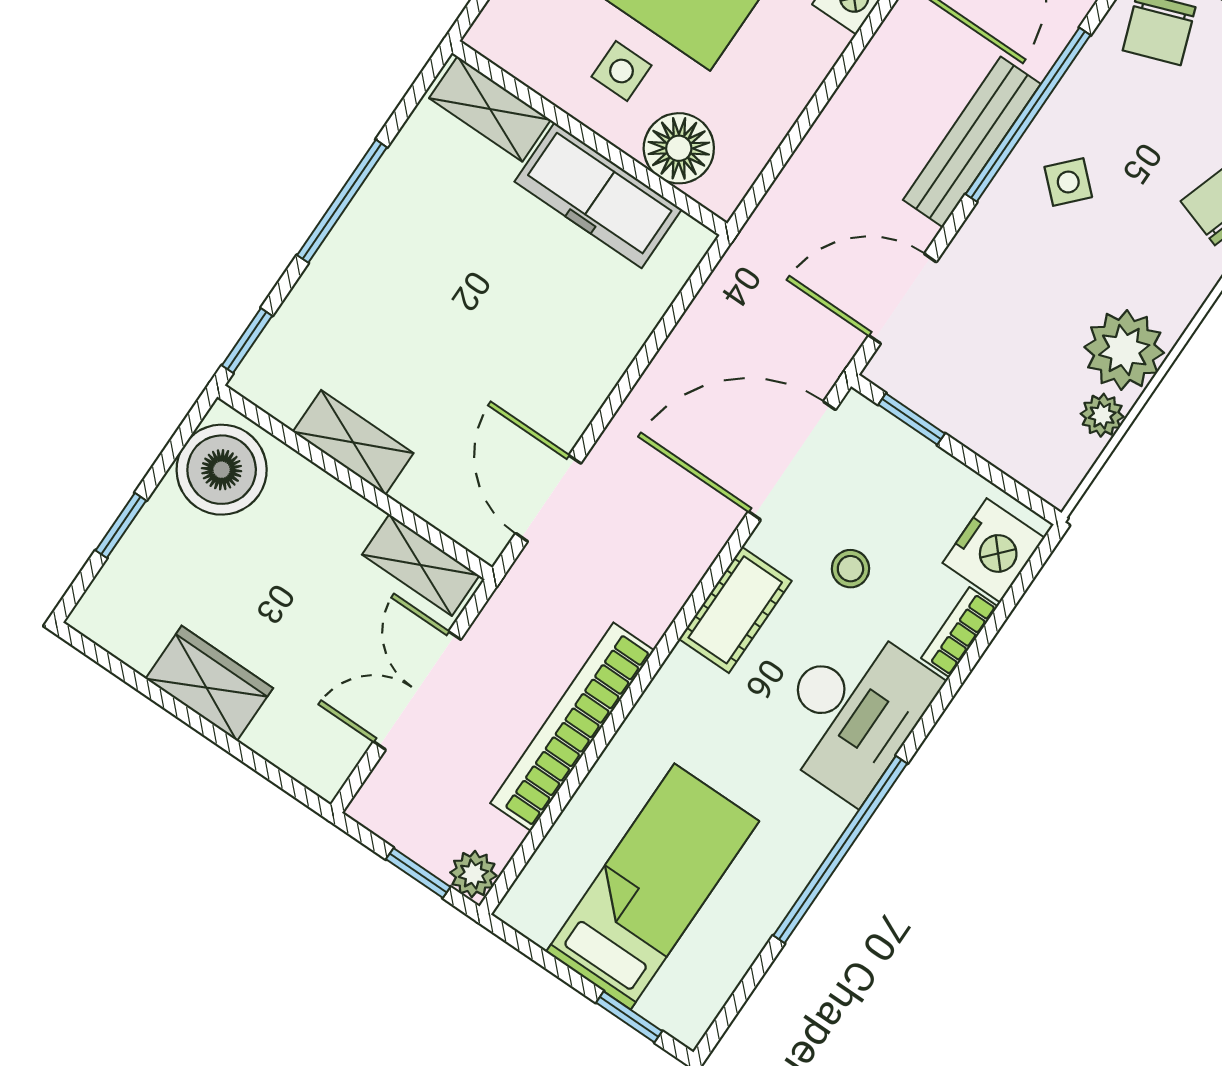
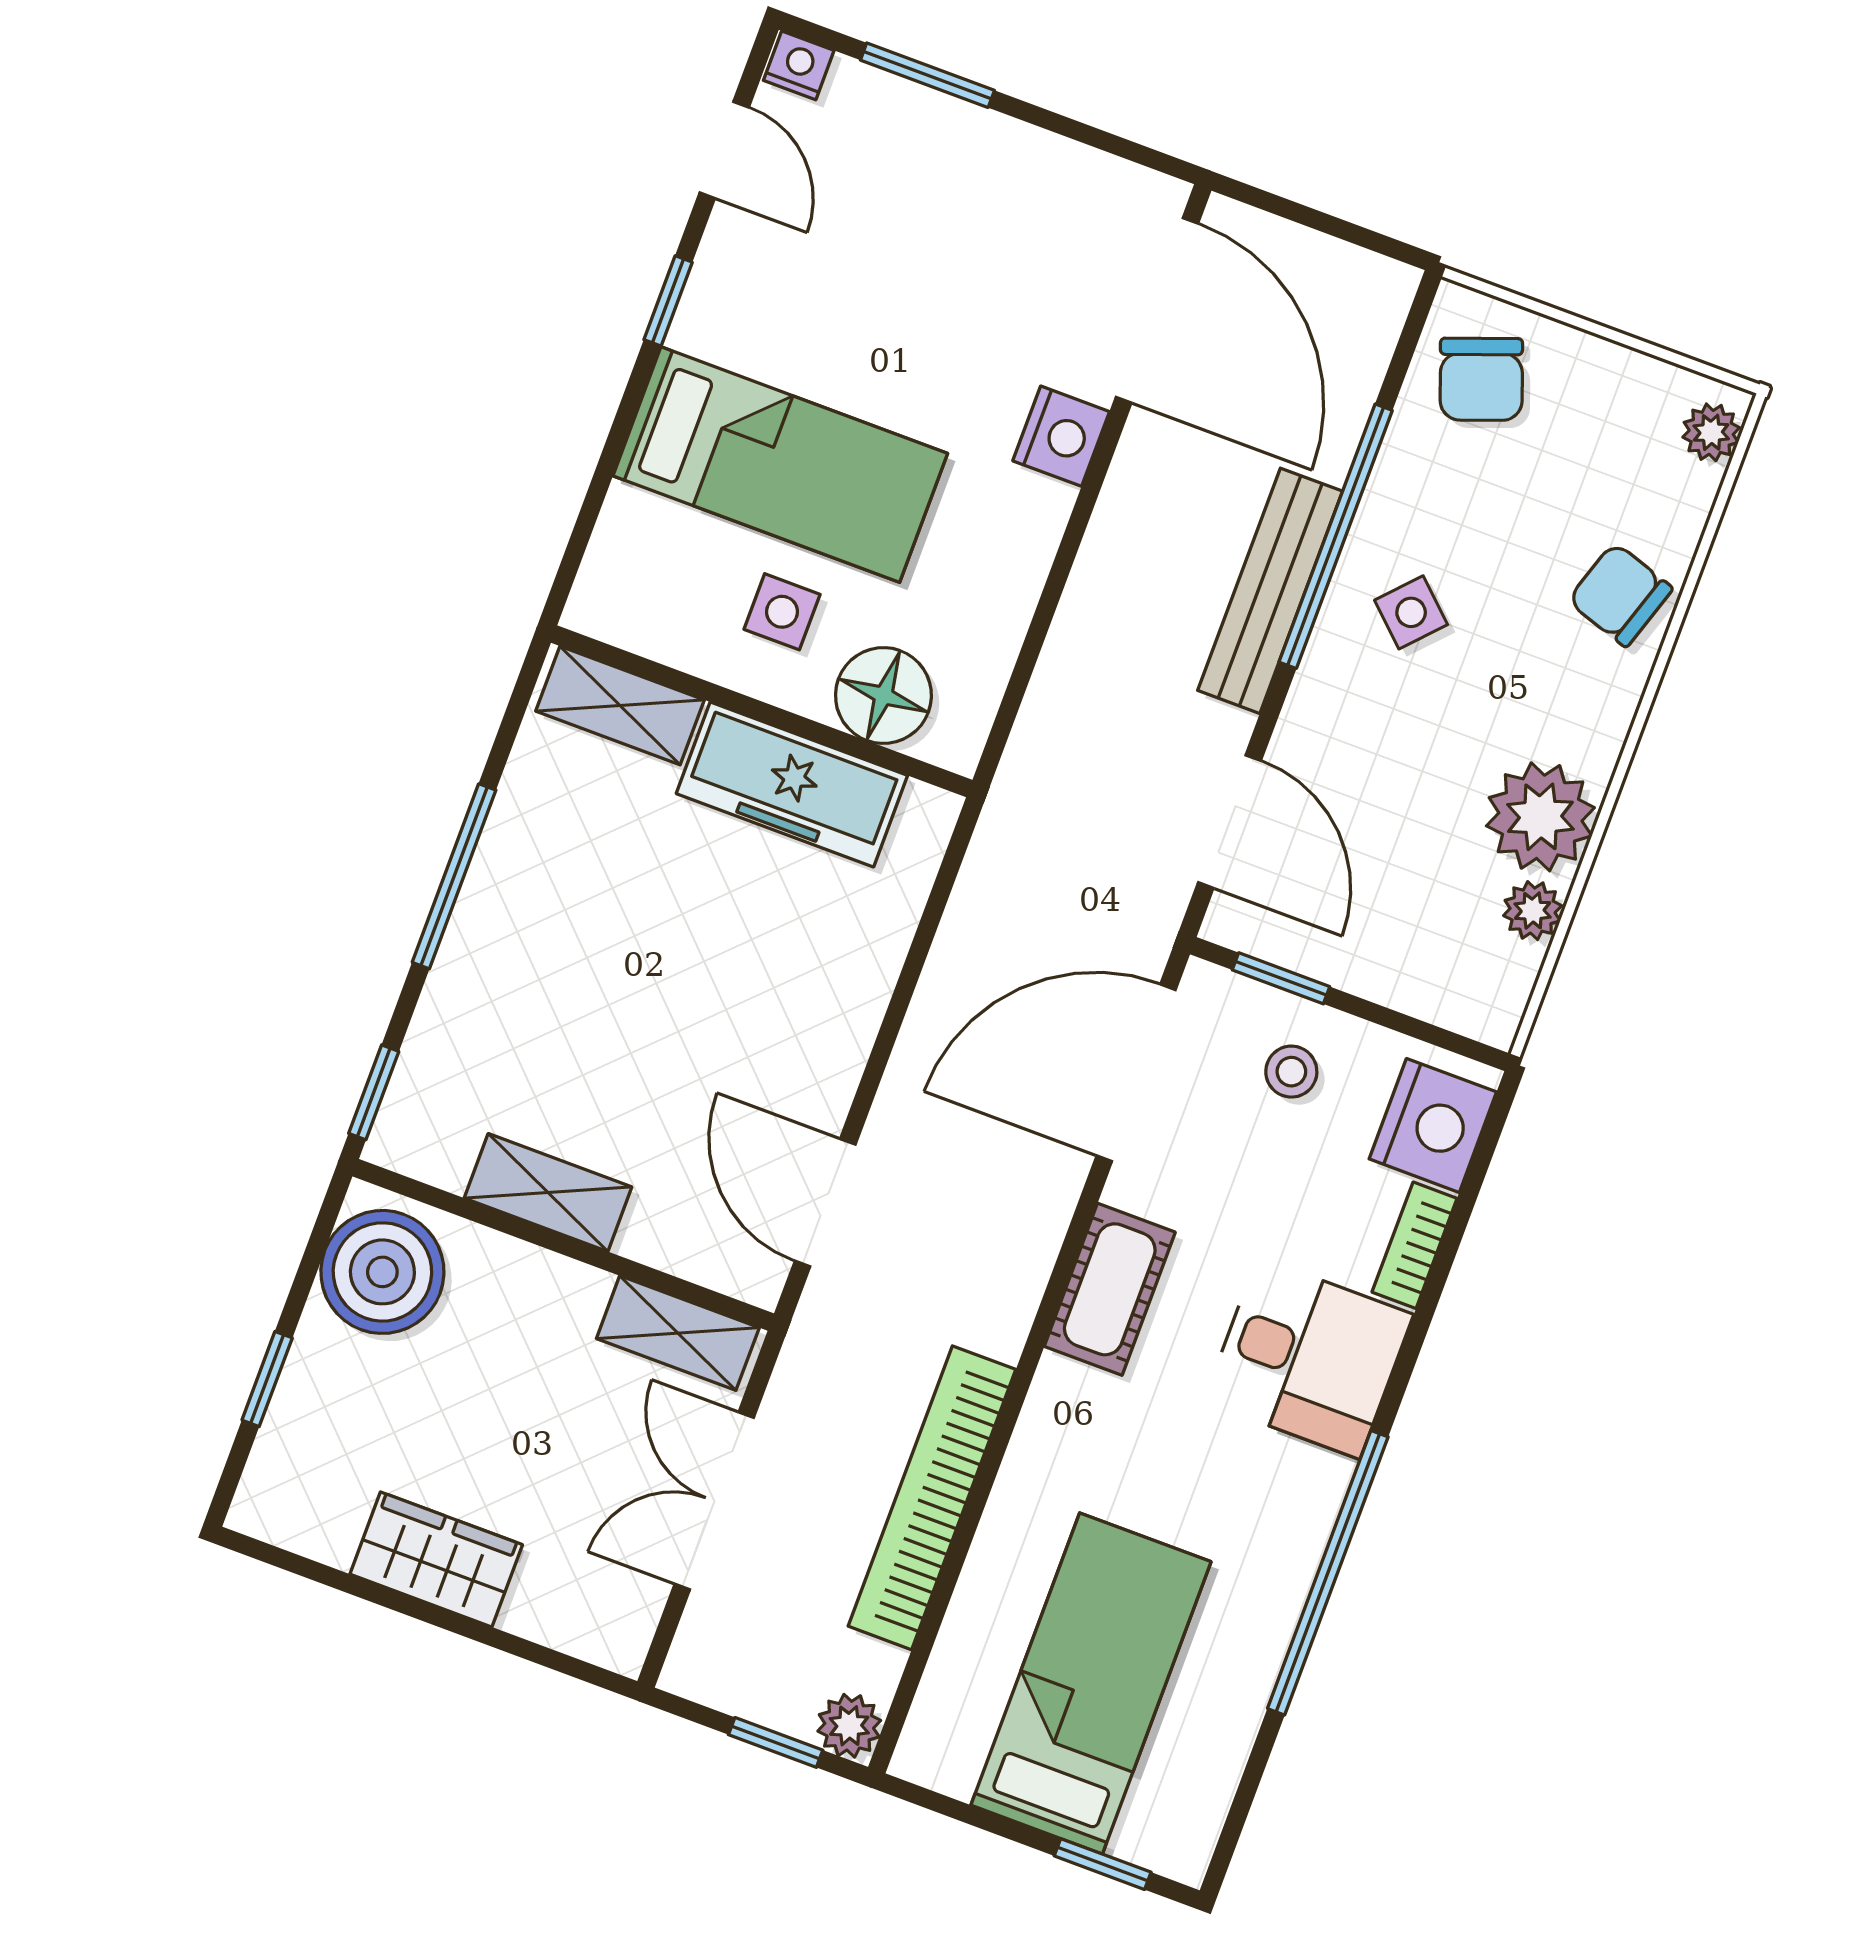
door: (903, 299) -> (1230, 822), swing flipped
stool: (850, 569) -> (1291, 1072), moved
desk: (852, 711) -> (1309, 1358), width x0.73

